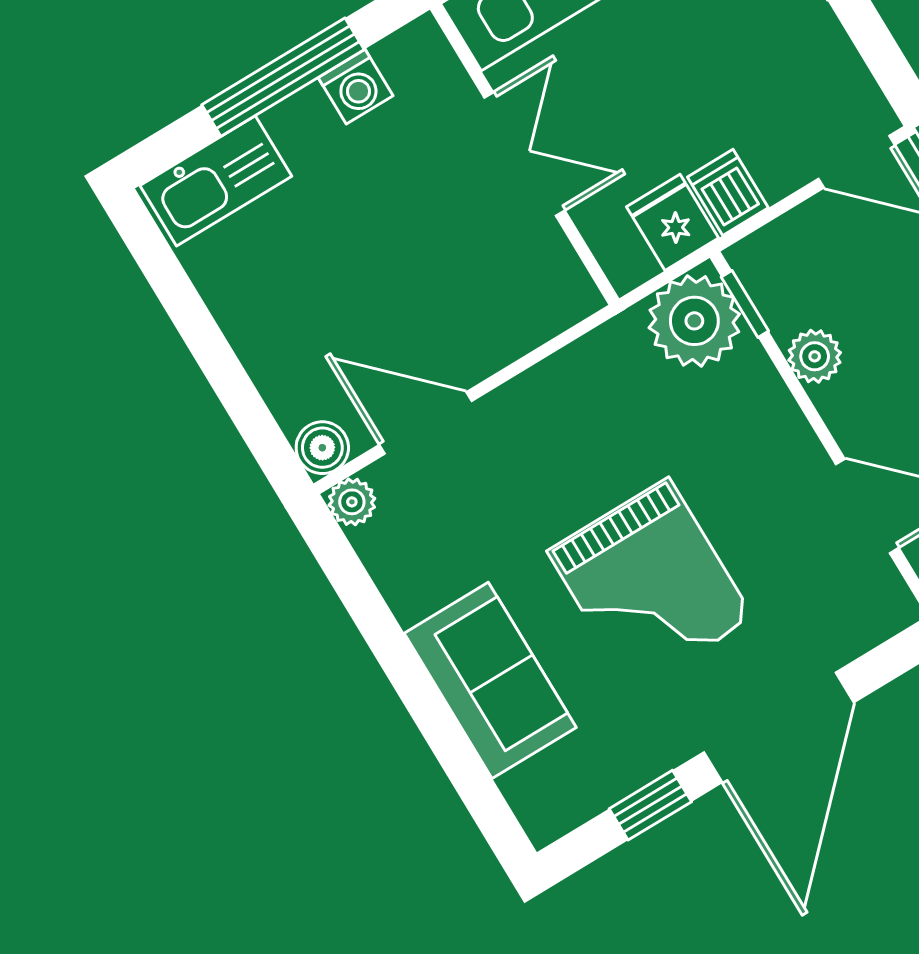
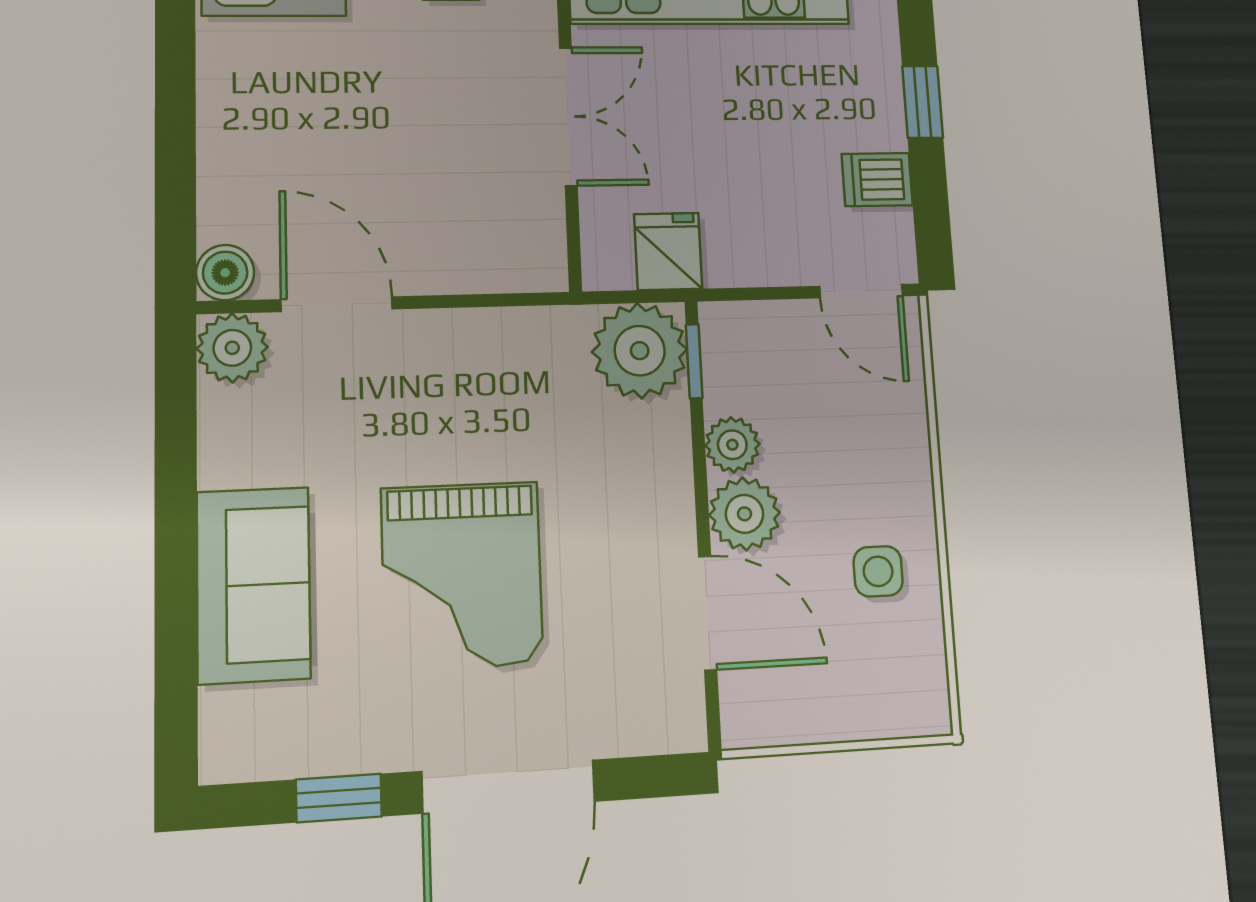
dishwasher: (728, 192) -> (877, 180), moved, turned -90
plant: (855, 408) -> (744, 514), added
plant: (352, 502) -> (232, 348), width x1.38, depth x1.38

